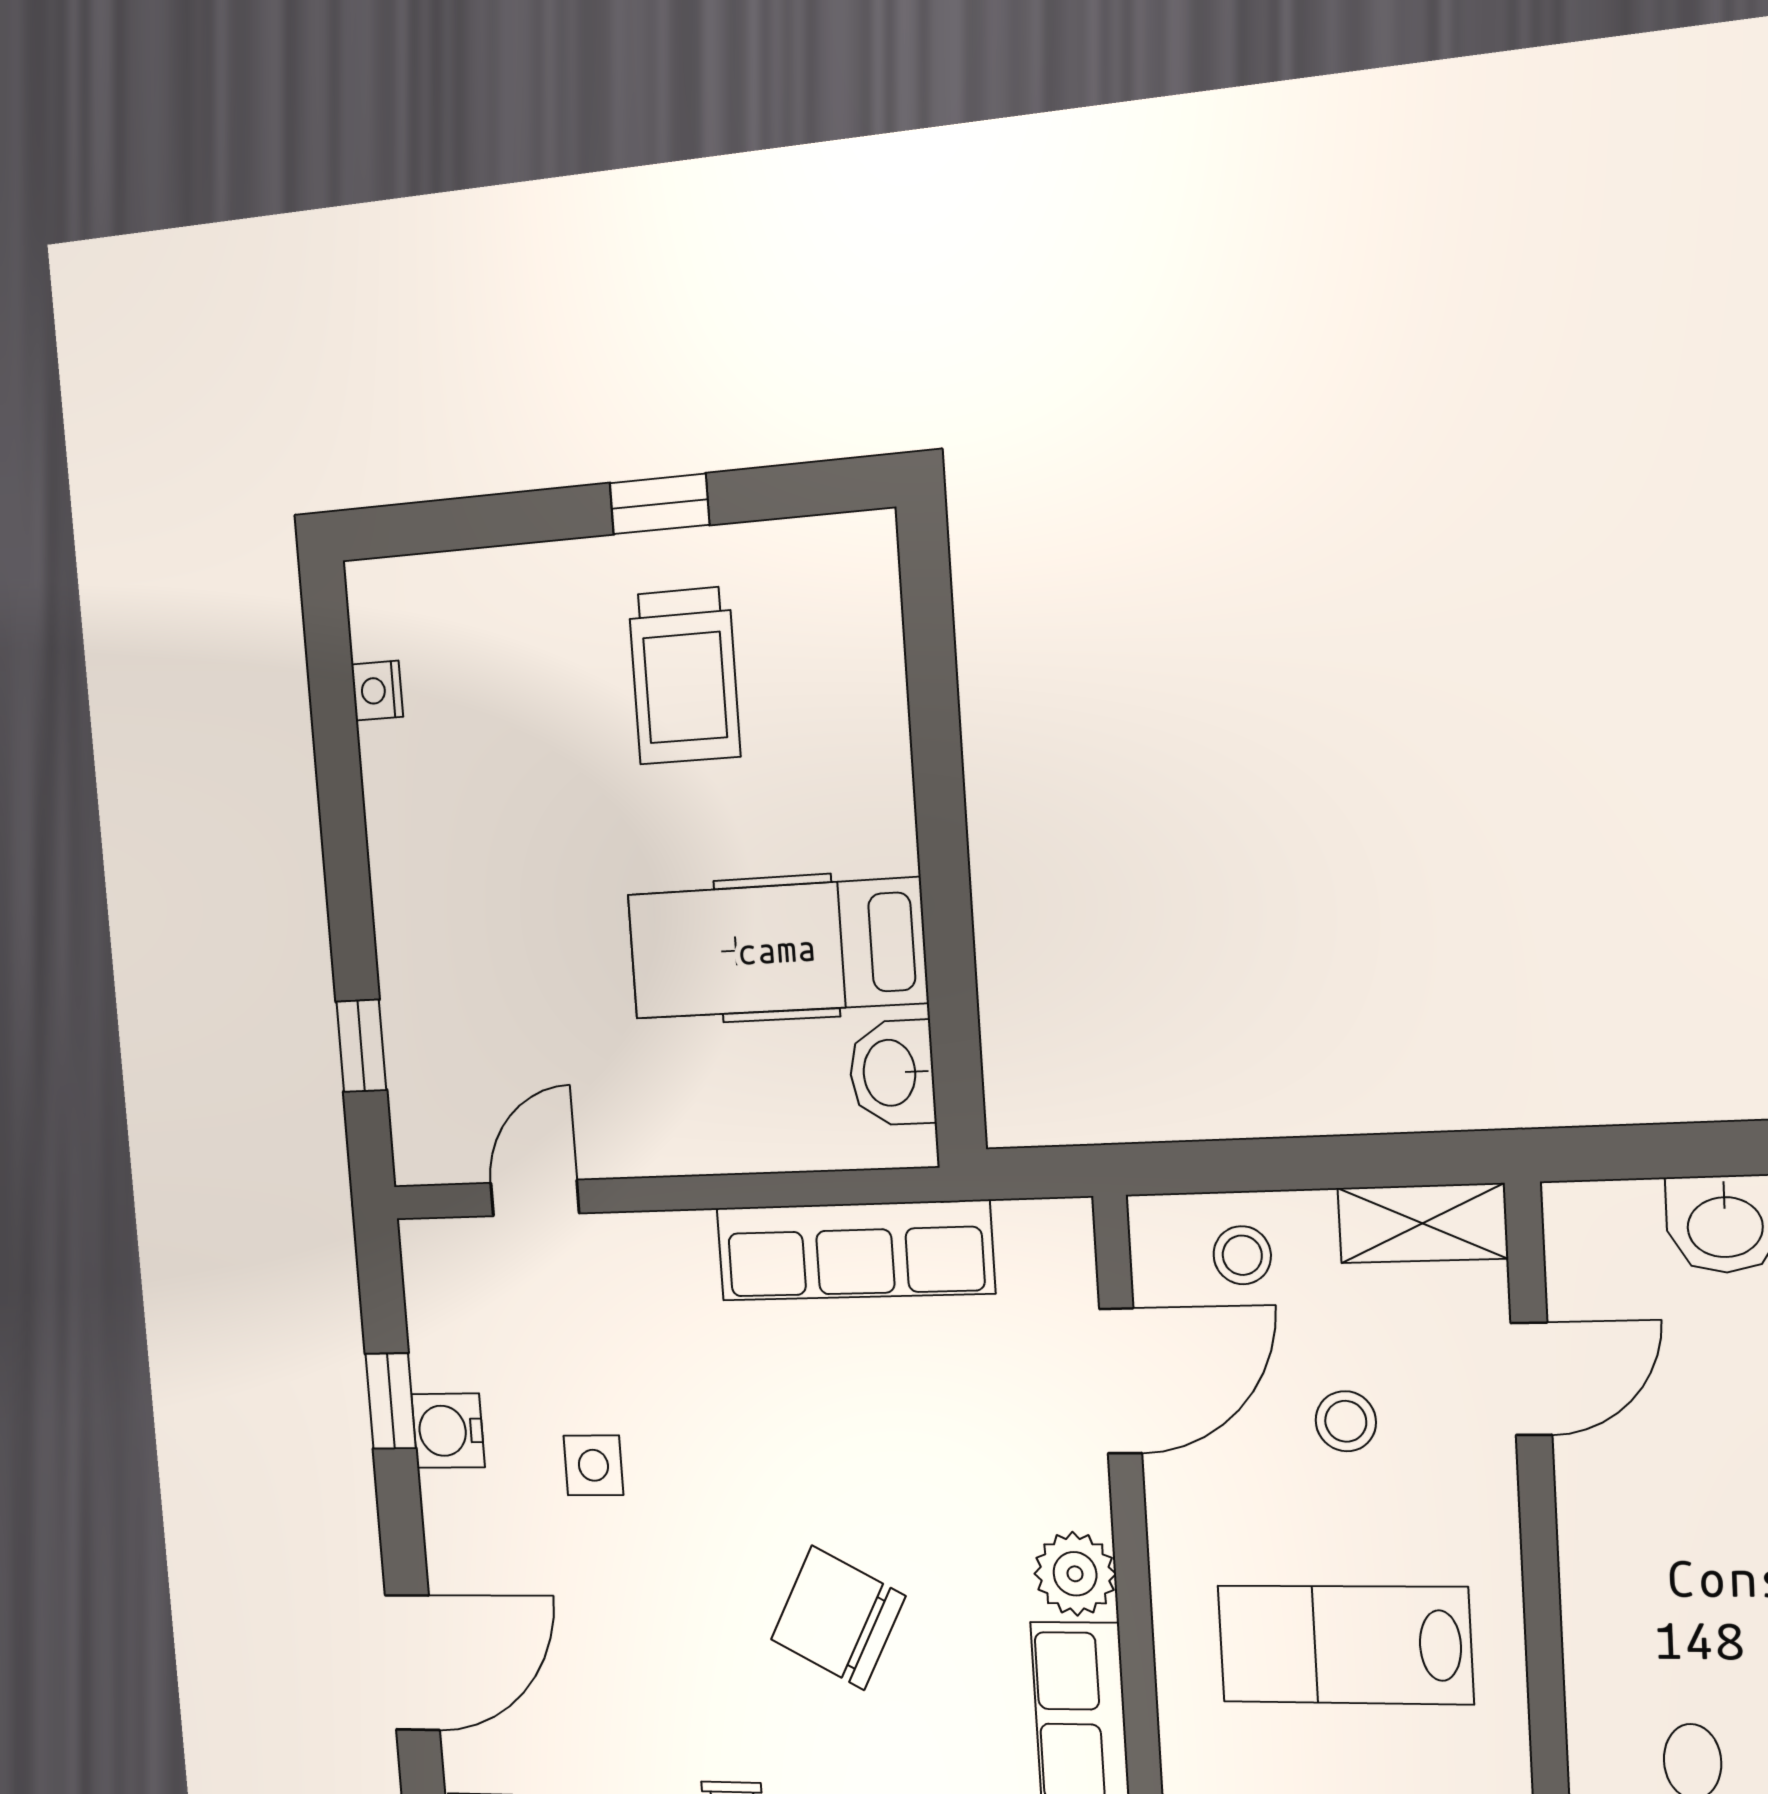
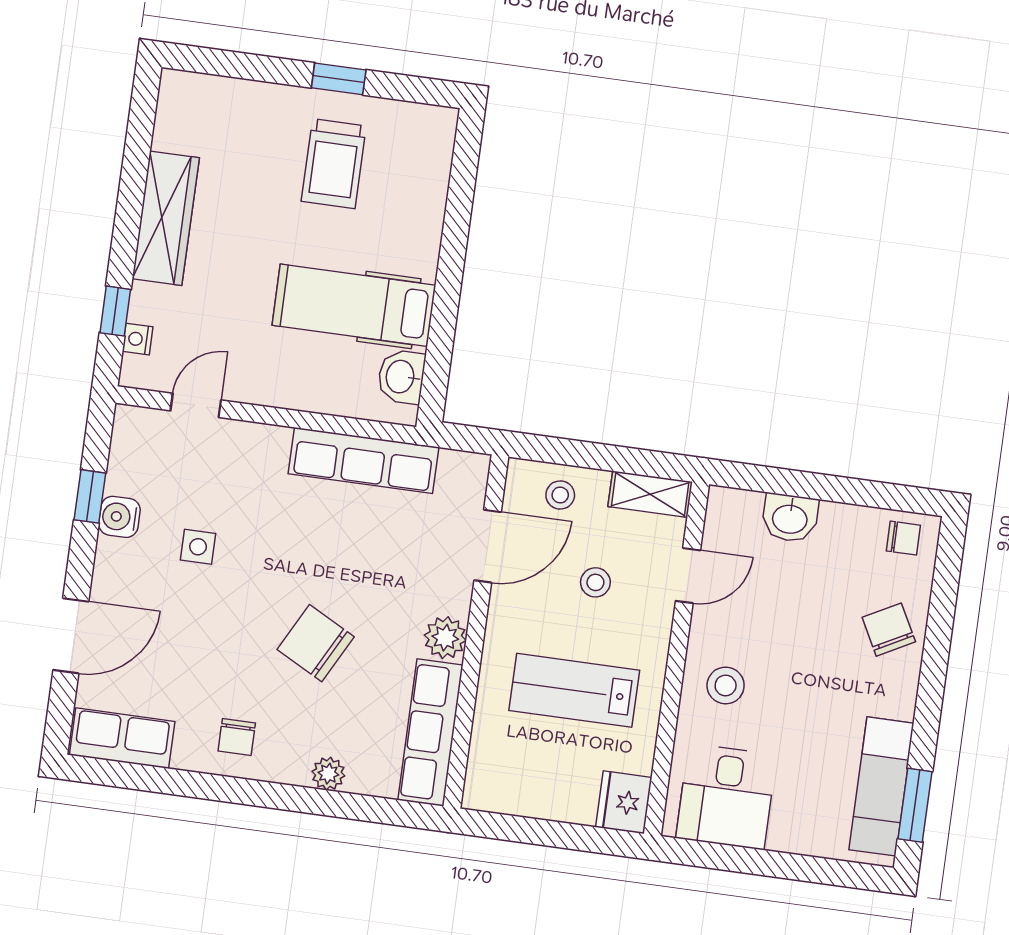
nightstand: (377, 691) -> (138, 339), moved
wardrobe: (410, 851) -> (166, 218), added
stool: (1652, 1595) -> (726, 685), added

